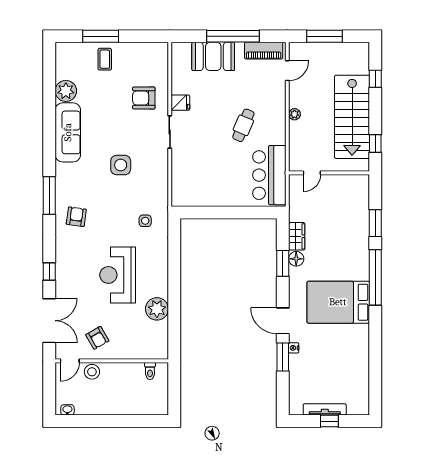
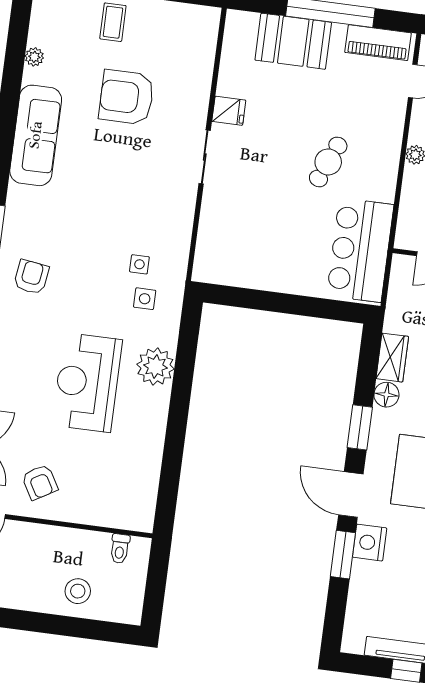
plant: (66, 91) -> (34, 57), width x0.53, depth x0.53
armchair: (144, 98) -> (127, 97), moved, width x1.36, depth x1.36
side table: (121, 165) -> (139, 264), moved, width x0.54, depth x0.54
window: (283, 263) -> (360, 427), moved
plant: (157, 309) -> (155, 367), moved
nightstand: (294, 348) -> (370, 543), width x1.89, depth x1.79
stool: (92, 372) -> (78, 591), moved

